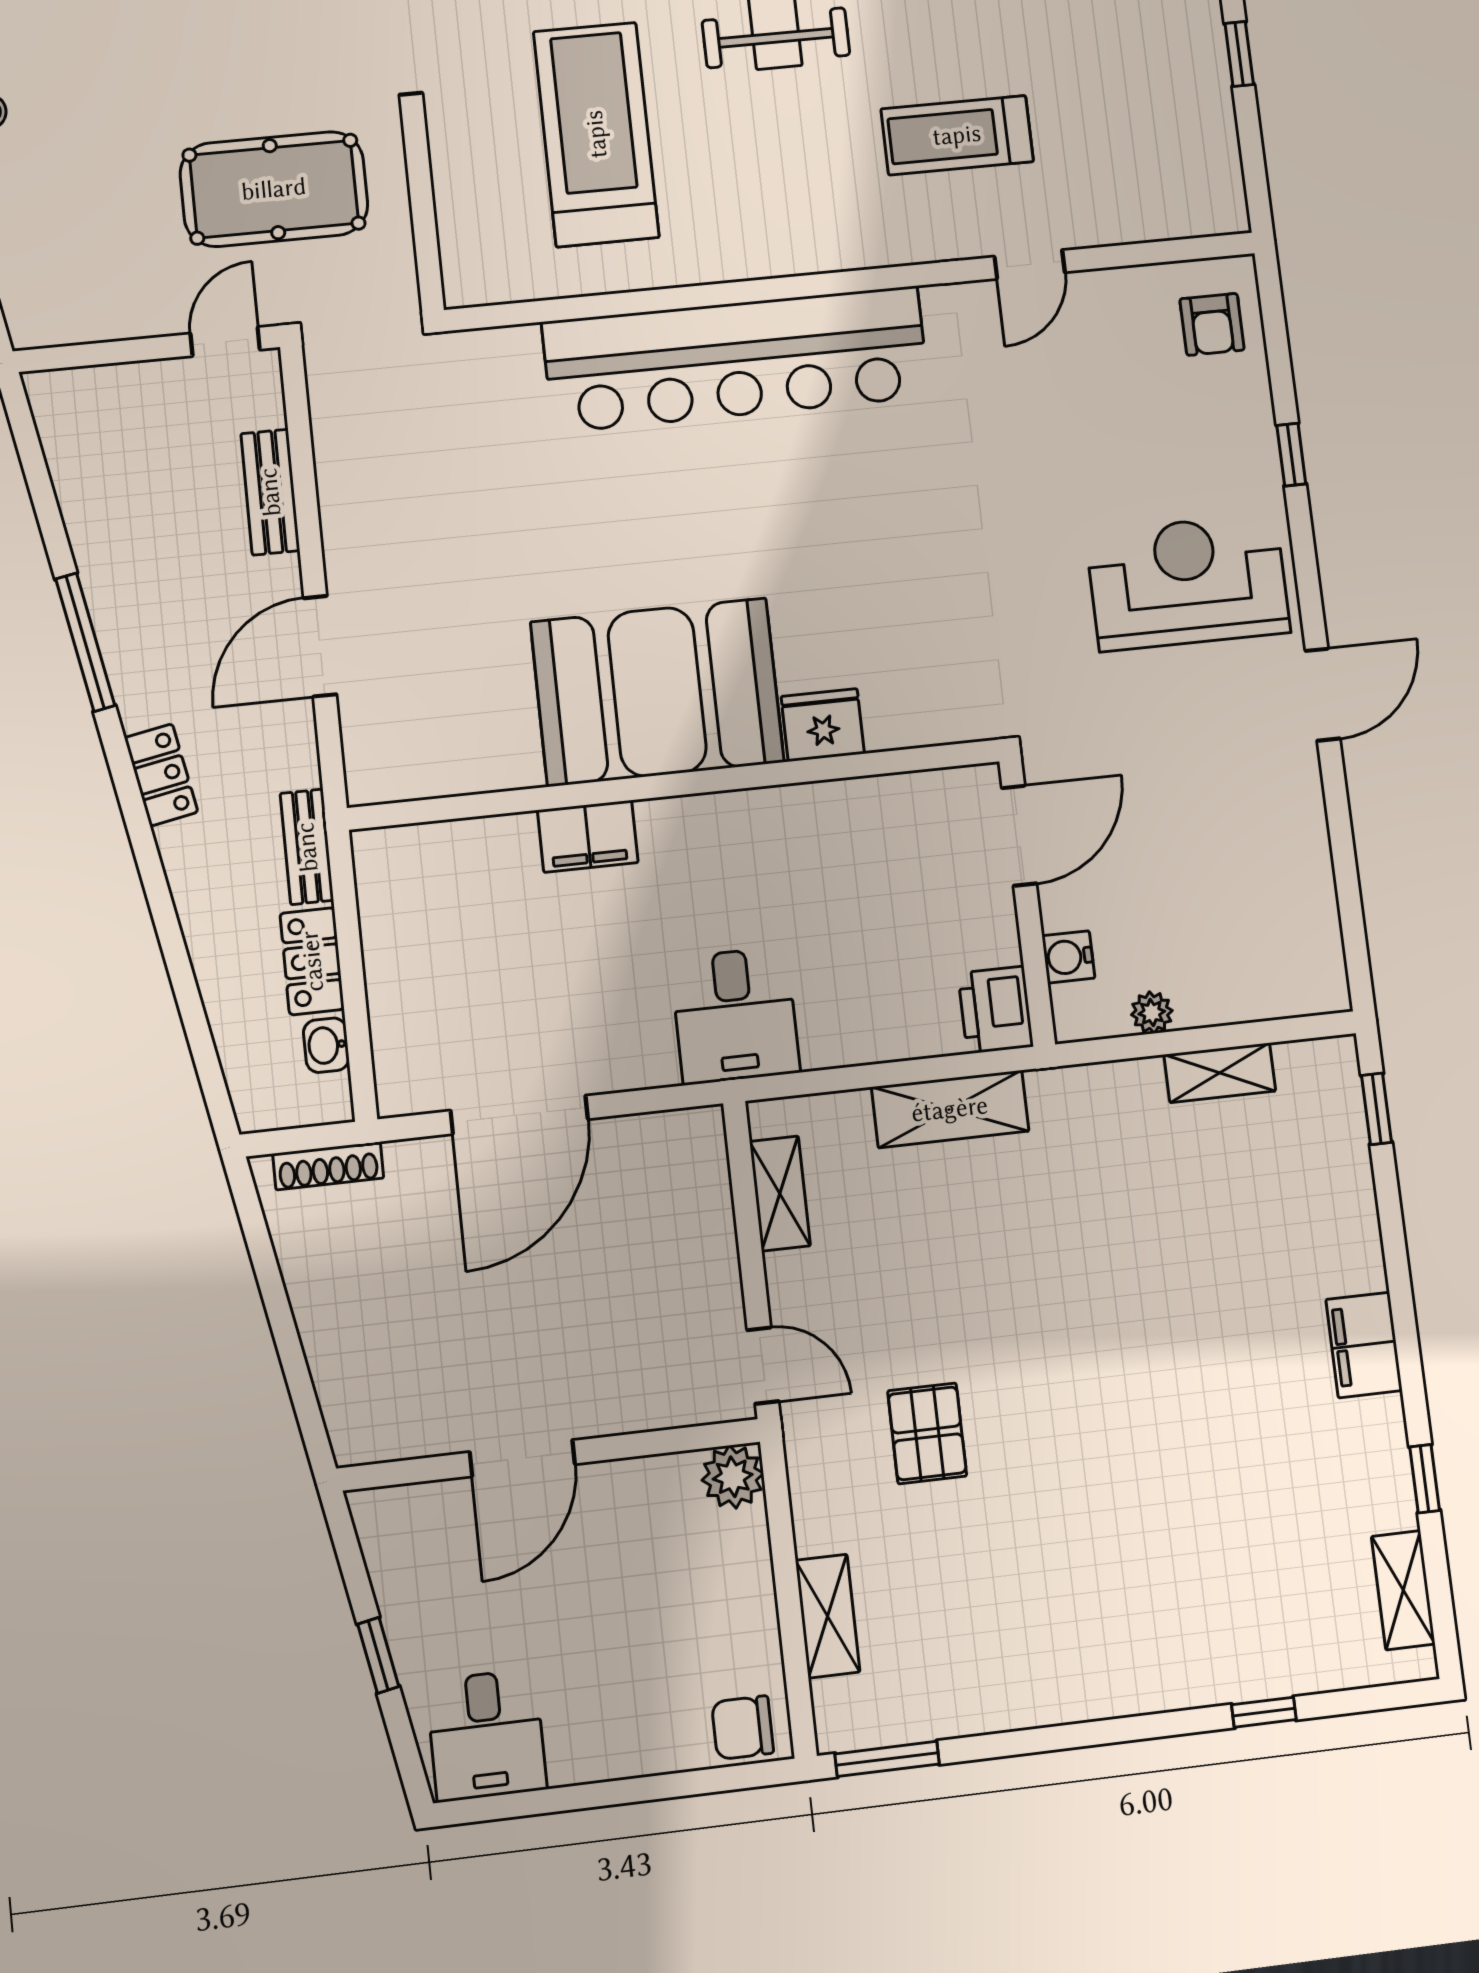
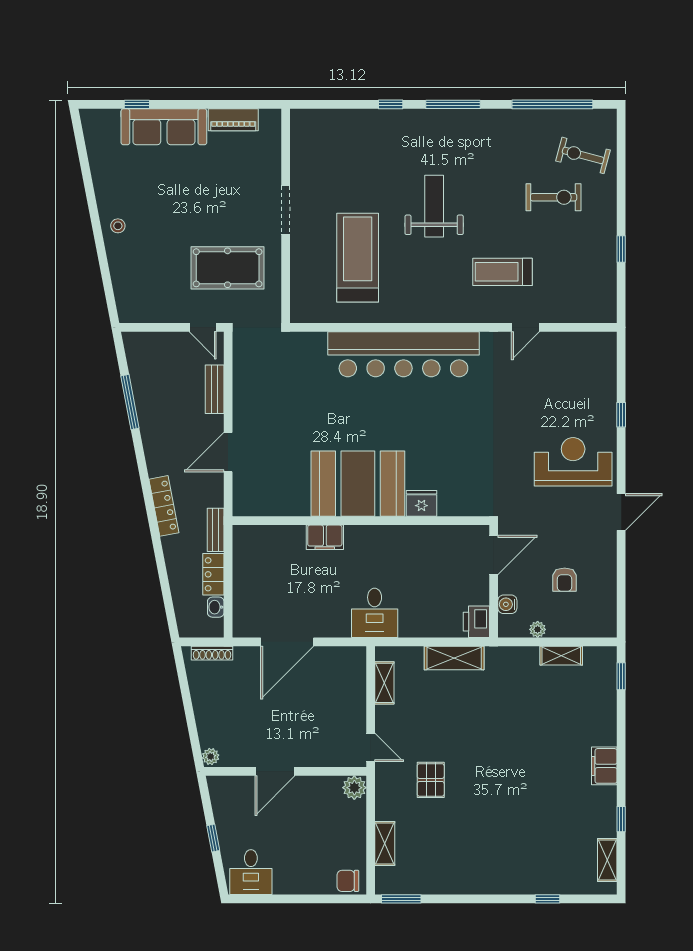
armchair: (1212, 324) -> (565, 580), moved
door: (225, 342) -> (203, 327), swing flipped
window: (85, 642) -> (130, 402), moved
locker: (161, 775) -> (164, 506), width x1.53
plant: (351, 1438) -> (211, 757), added

